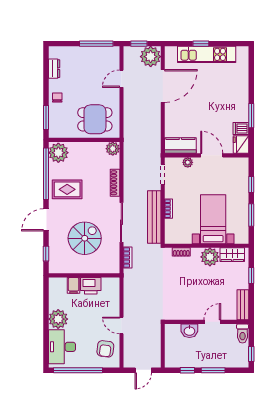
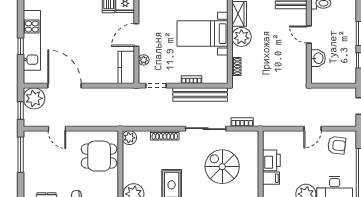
dining table: (95, 119) -> (99, 156), turned 90

